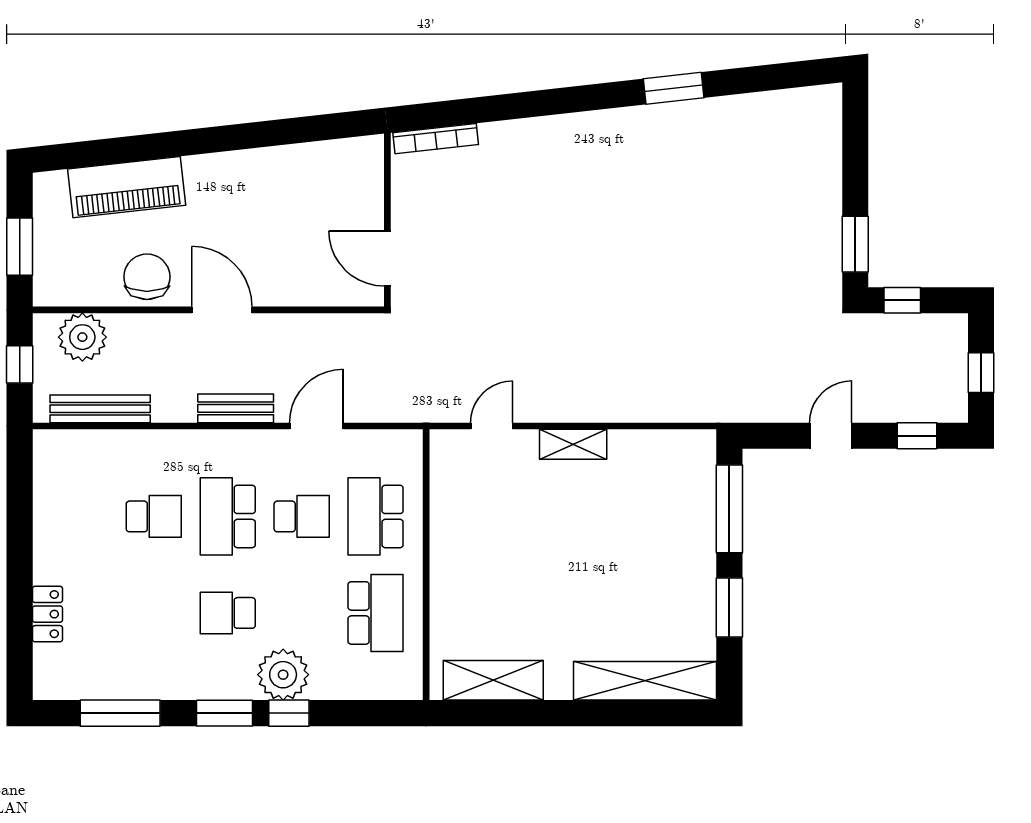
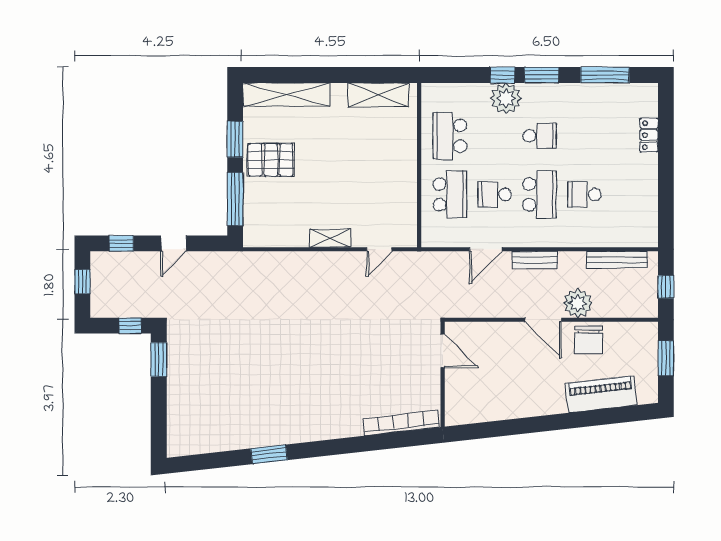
bookcase: (436, 139) -> (401, 423), width x1.48, depth x1.31
plant: (82, 337) -> (578, 303), moved
pallet: (671, 573) -> (271, 160), added

